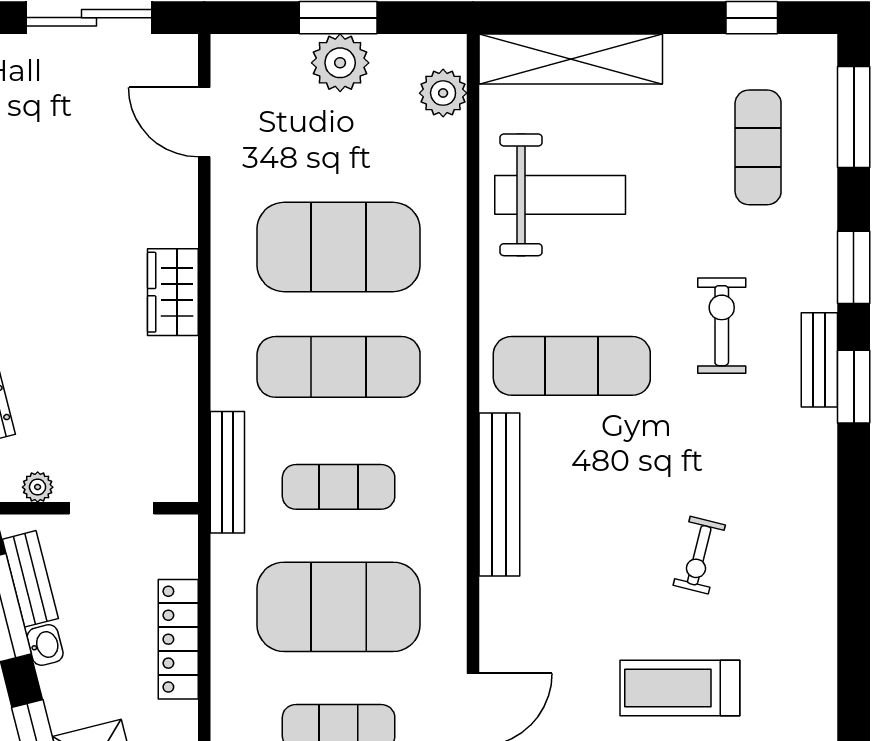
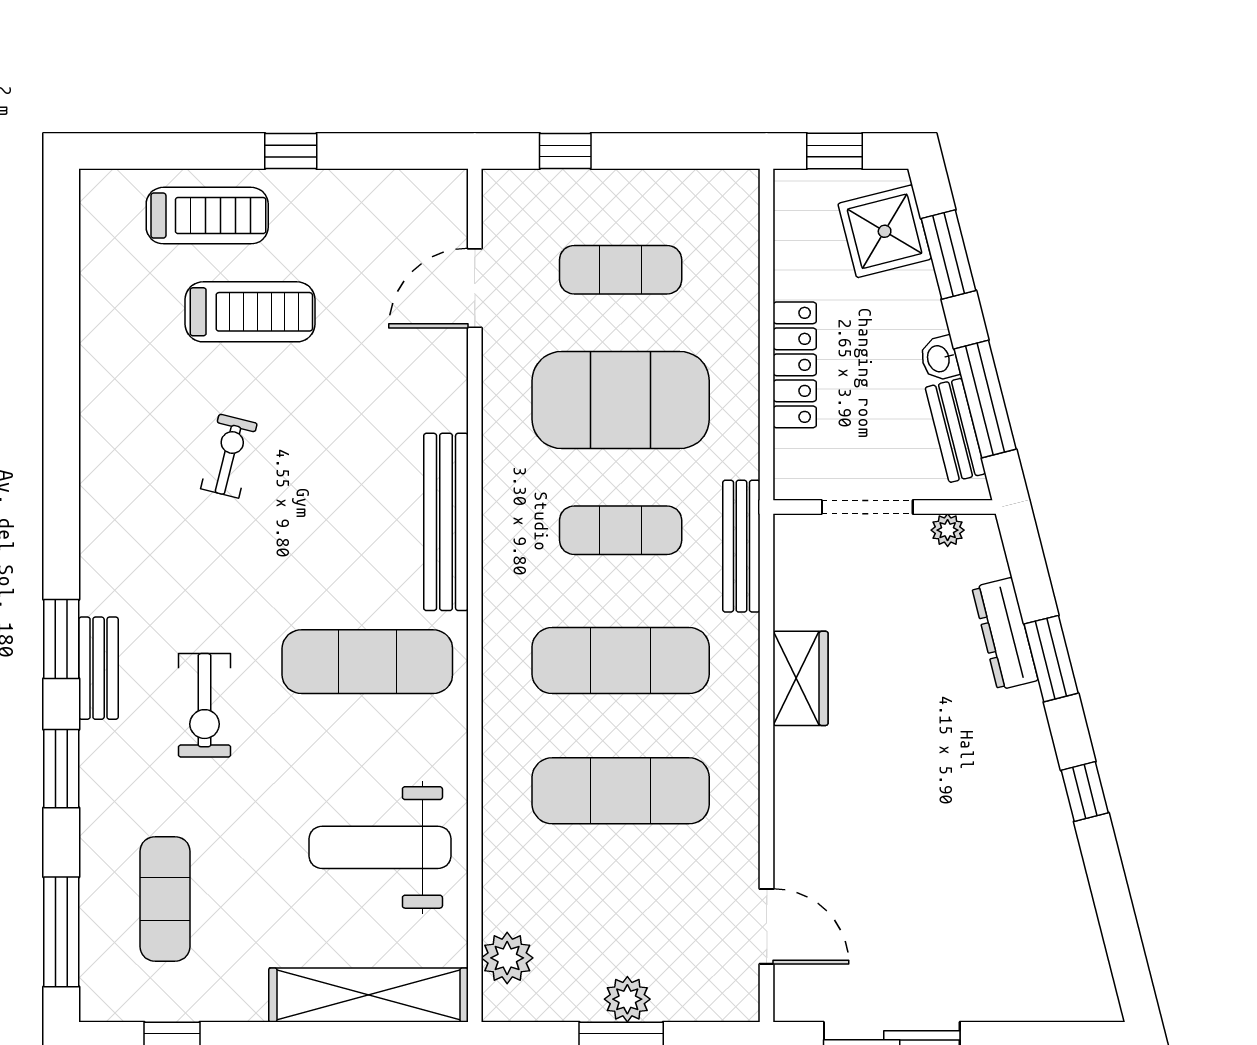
plant: (340, 63) -> (627, 999), width x0.73, depth x0.73
exercise mat: (339, 247) -> (621, 791), width x0.68
wardrobe: (173, 292) -> (801, 678), moved

